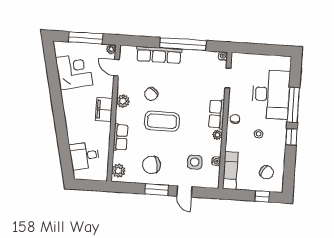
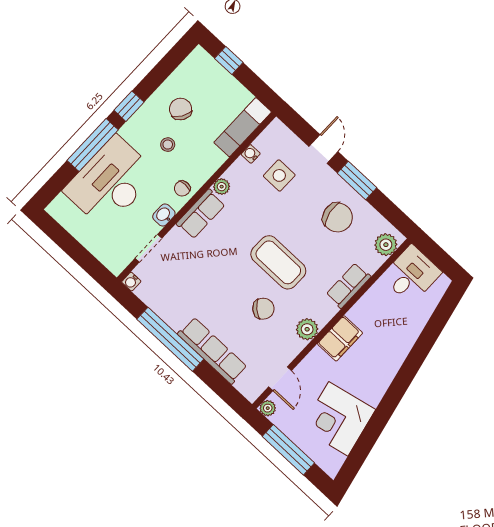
washbasin: (233, 100) -> (164, 215), added
desk: (84, 156) -> (411, 275), moved, turned -78
chair: (267, 172) -> (181, 109), moved

